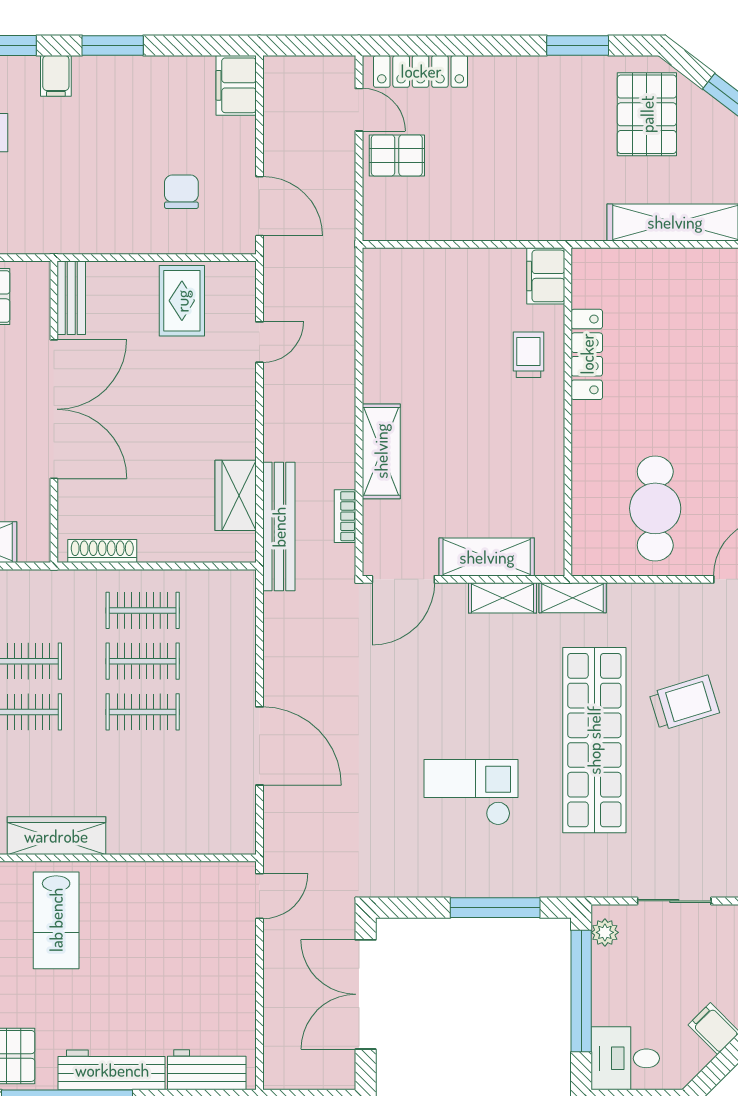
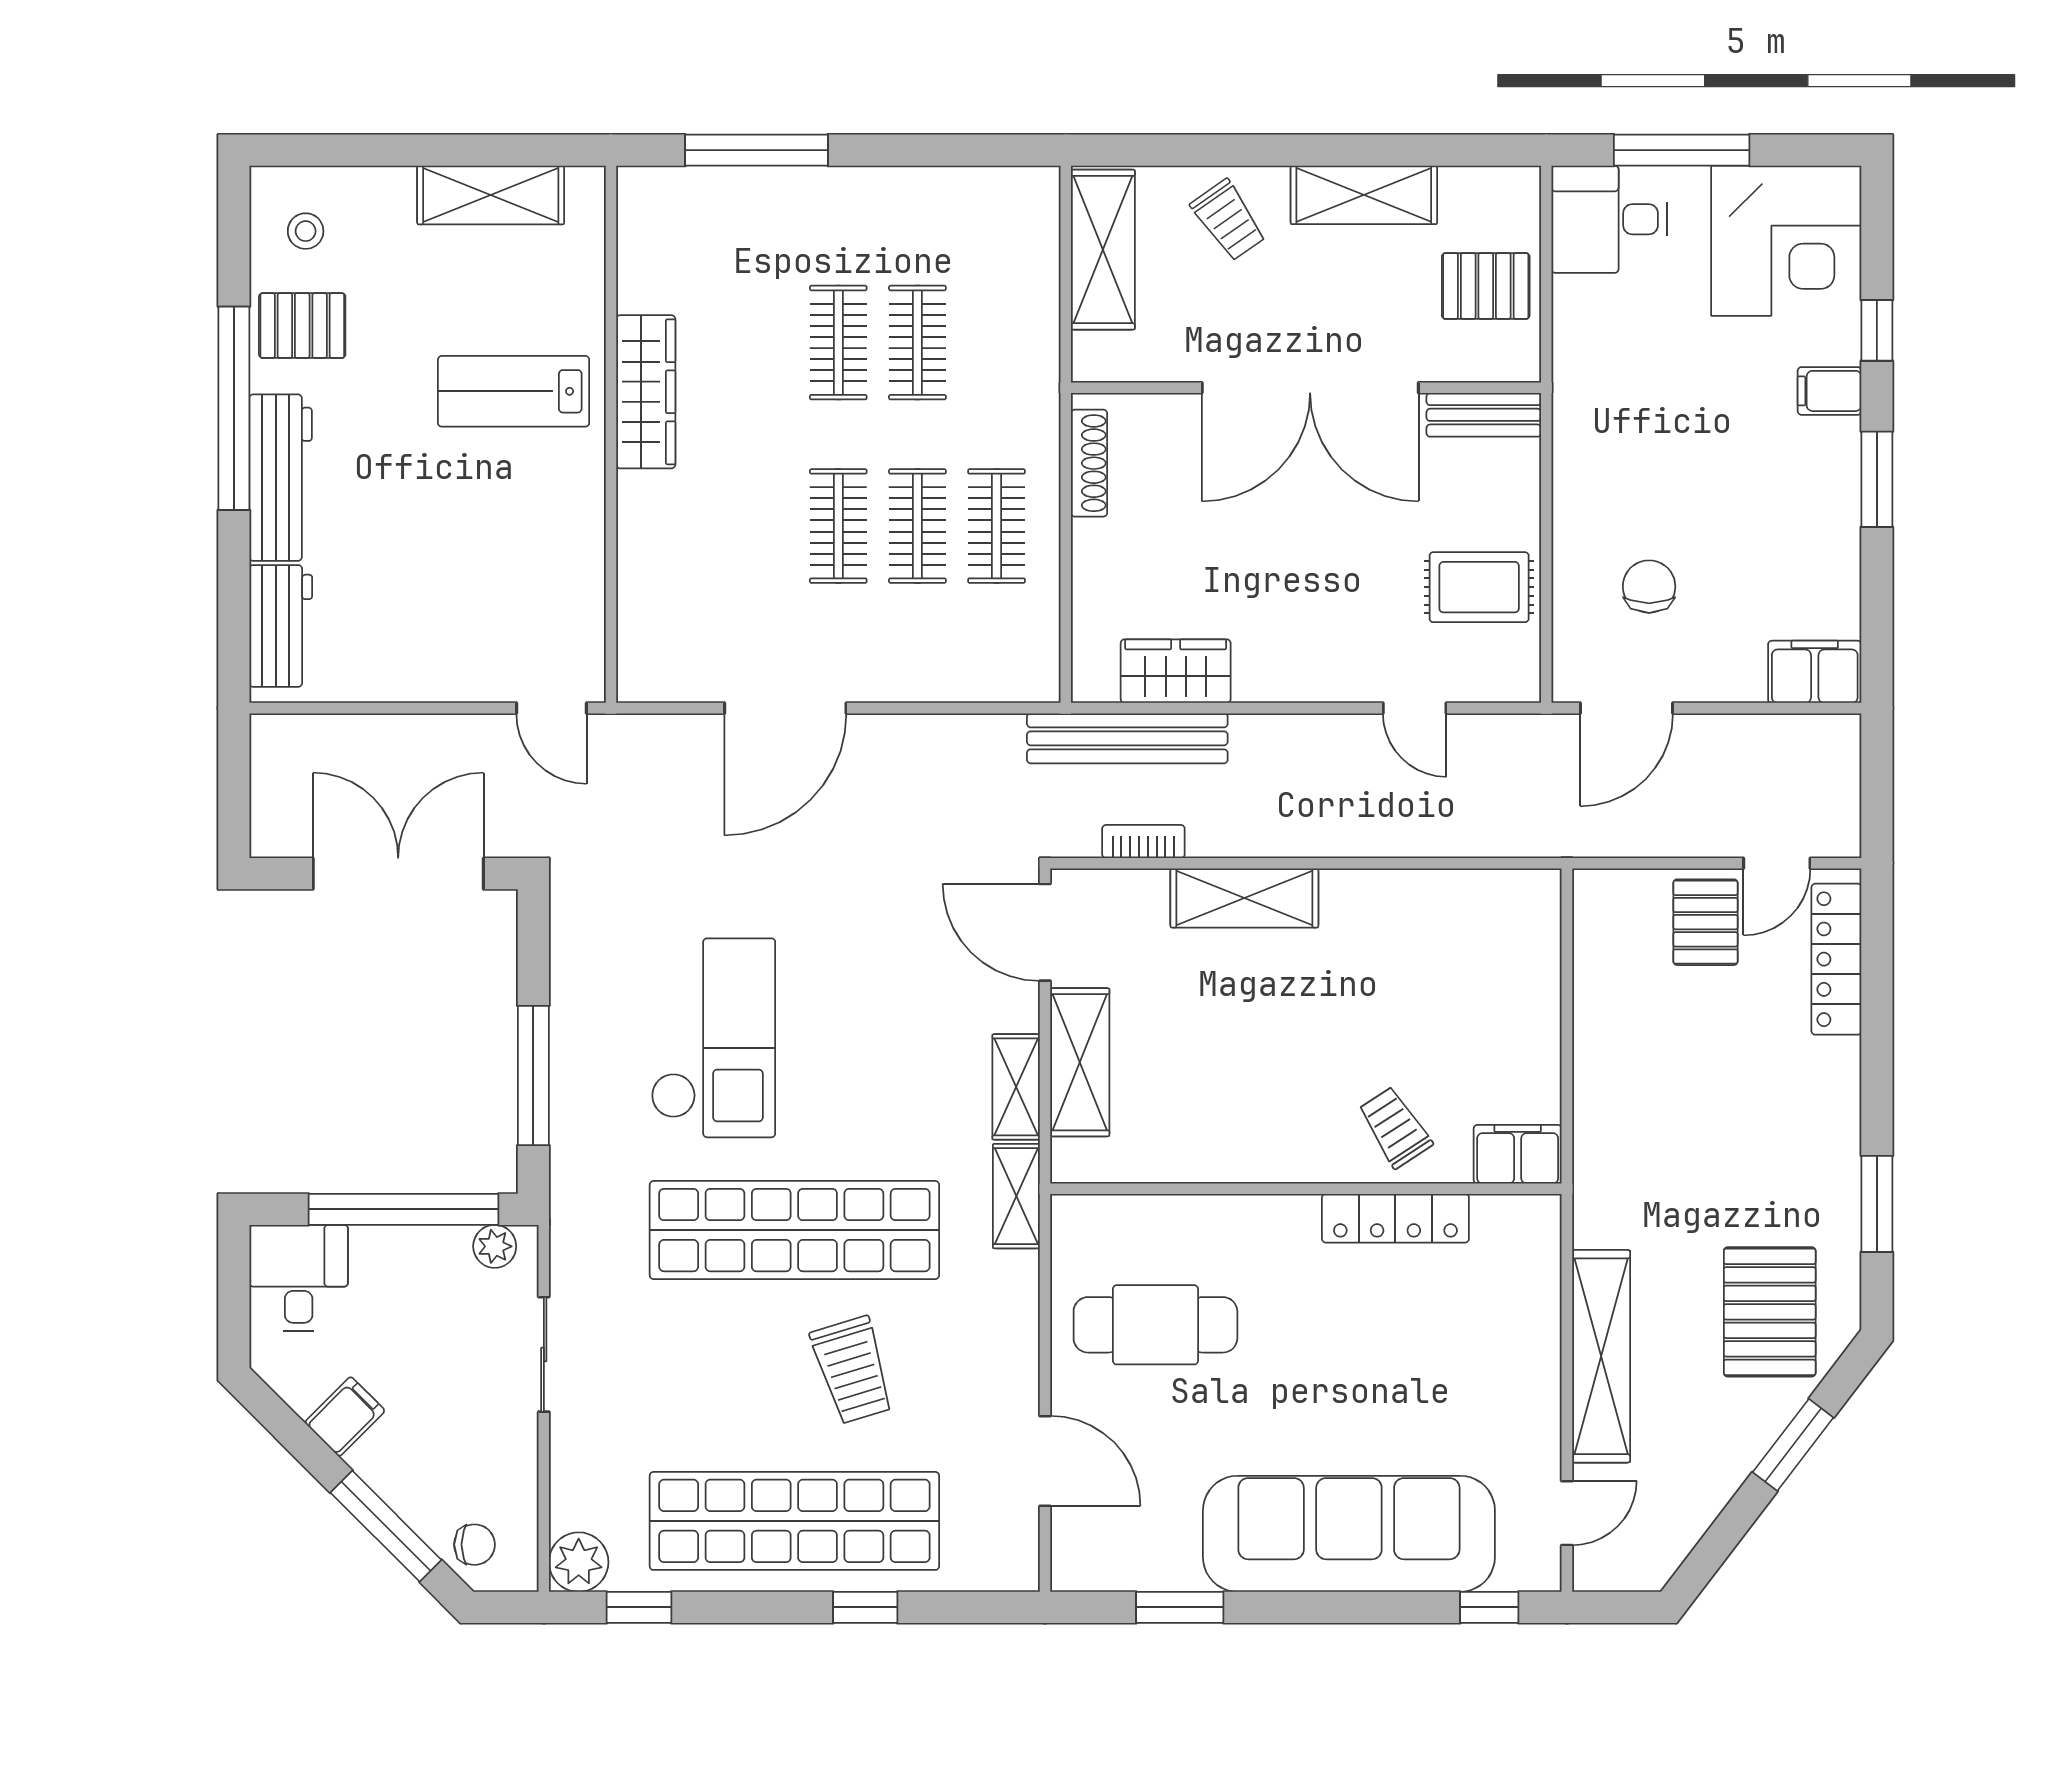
pallet: (647, 114) -> (1770, 1312), turned 90
chair: (181, 192) -> (1649, 587), turned -90
trolley: (528, 355) -> (1395, 1127), turned -123
checkout: (471, 792) -> (713, 1038), width x1.36, depth x1.21

